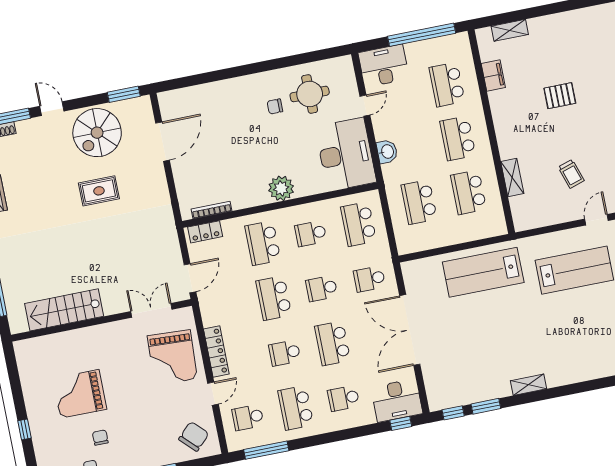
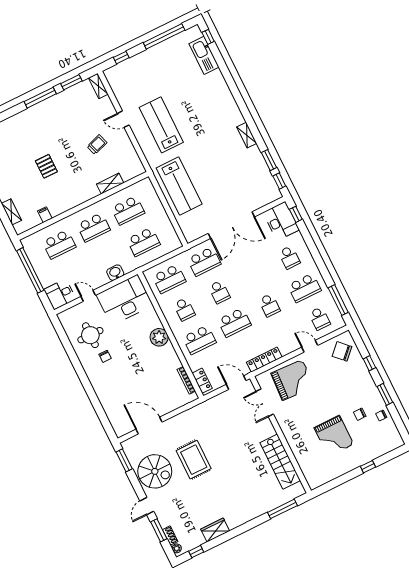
desk: (384, 66) -> (60, 294), width x0.73
filing cabinet: (493, 76) -> (45, 215), width x0.50
rug: (99, 191) -> (194, 460), width x1.36, depth x1.43
school desk: (369, 279) -> (204, 261), width x1.85
school desk: (333, 343) -> (254, 275), removed
locker: (216, 351) -> (264, 360), moved

